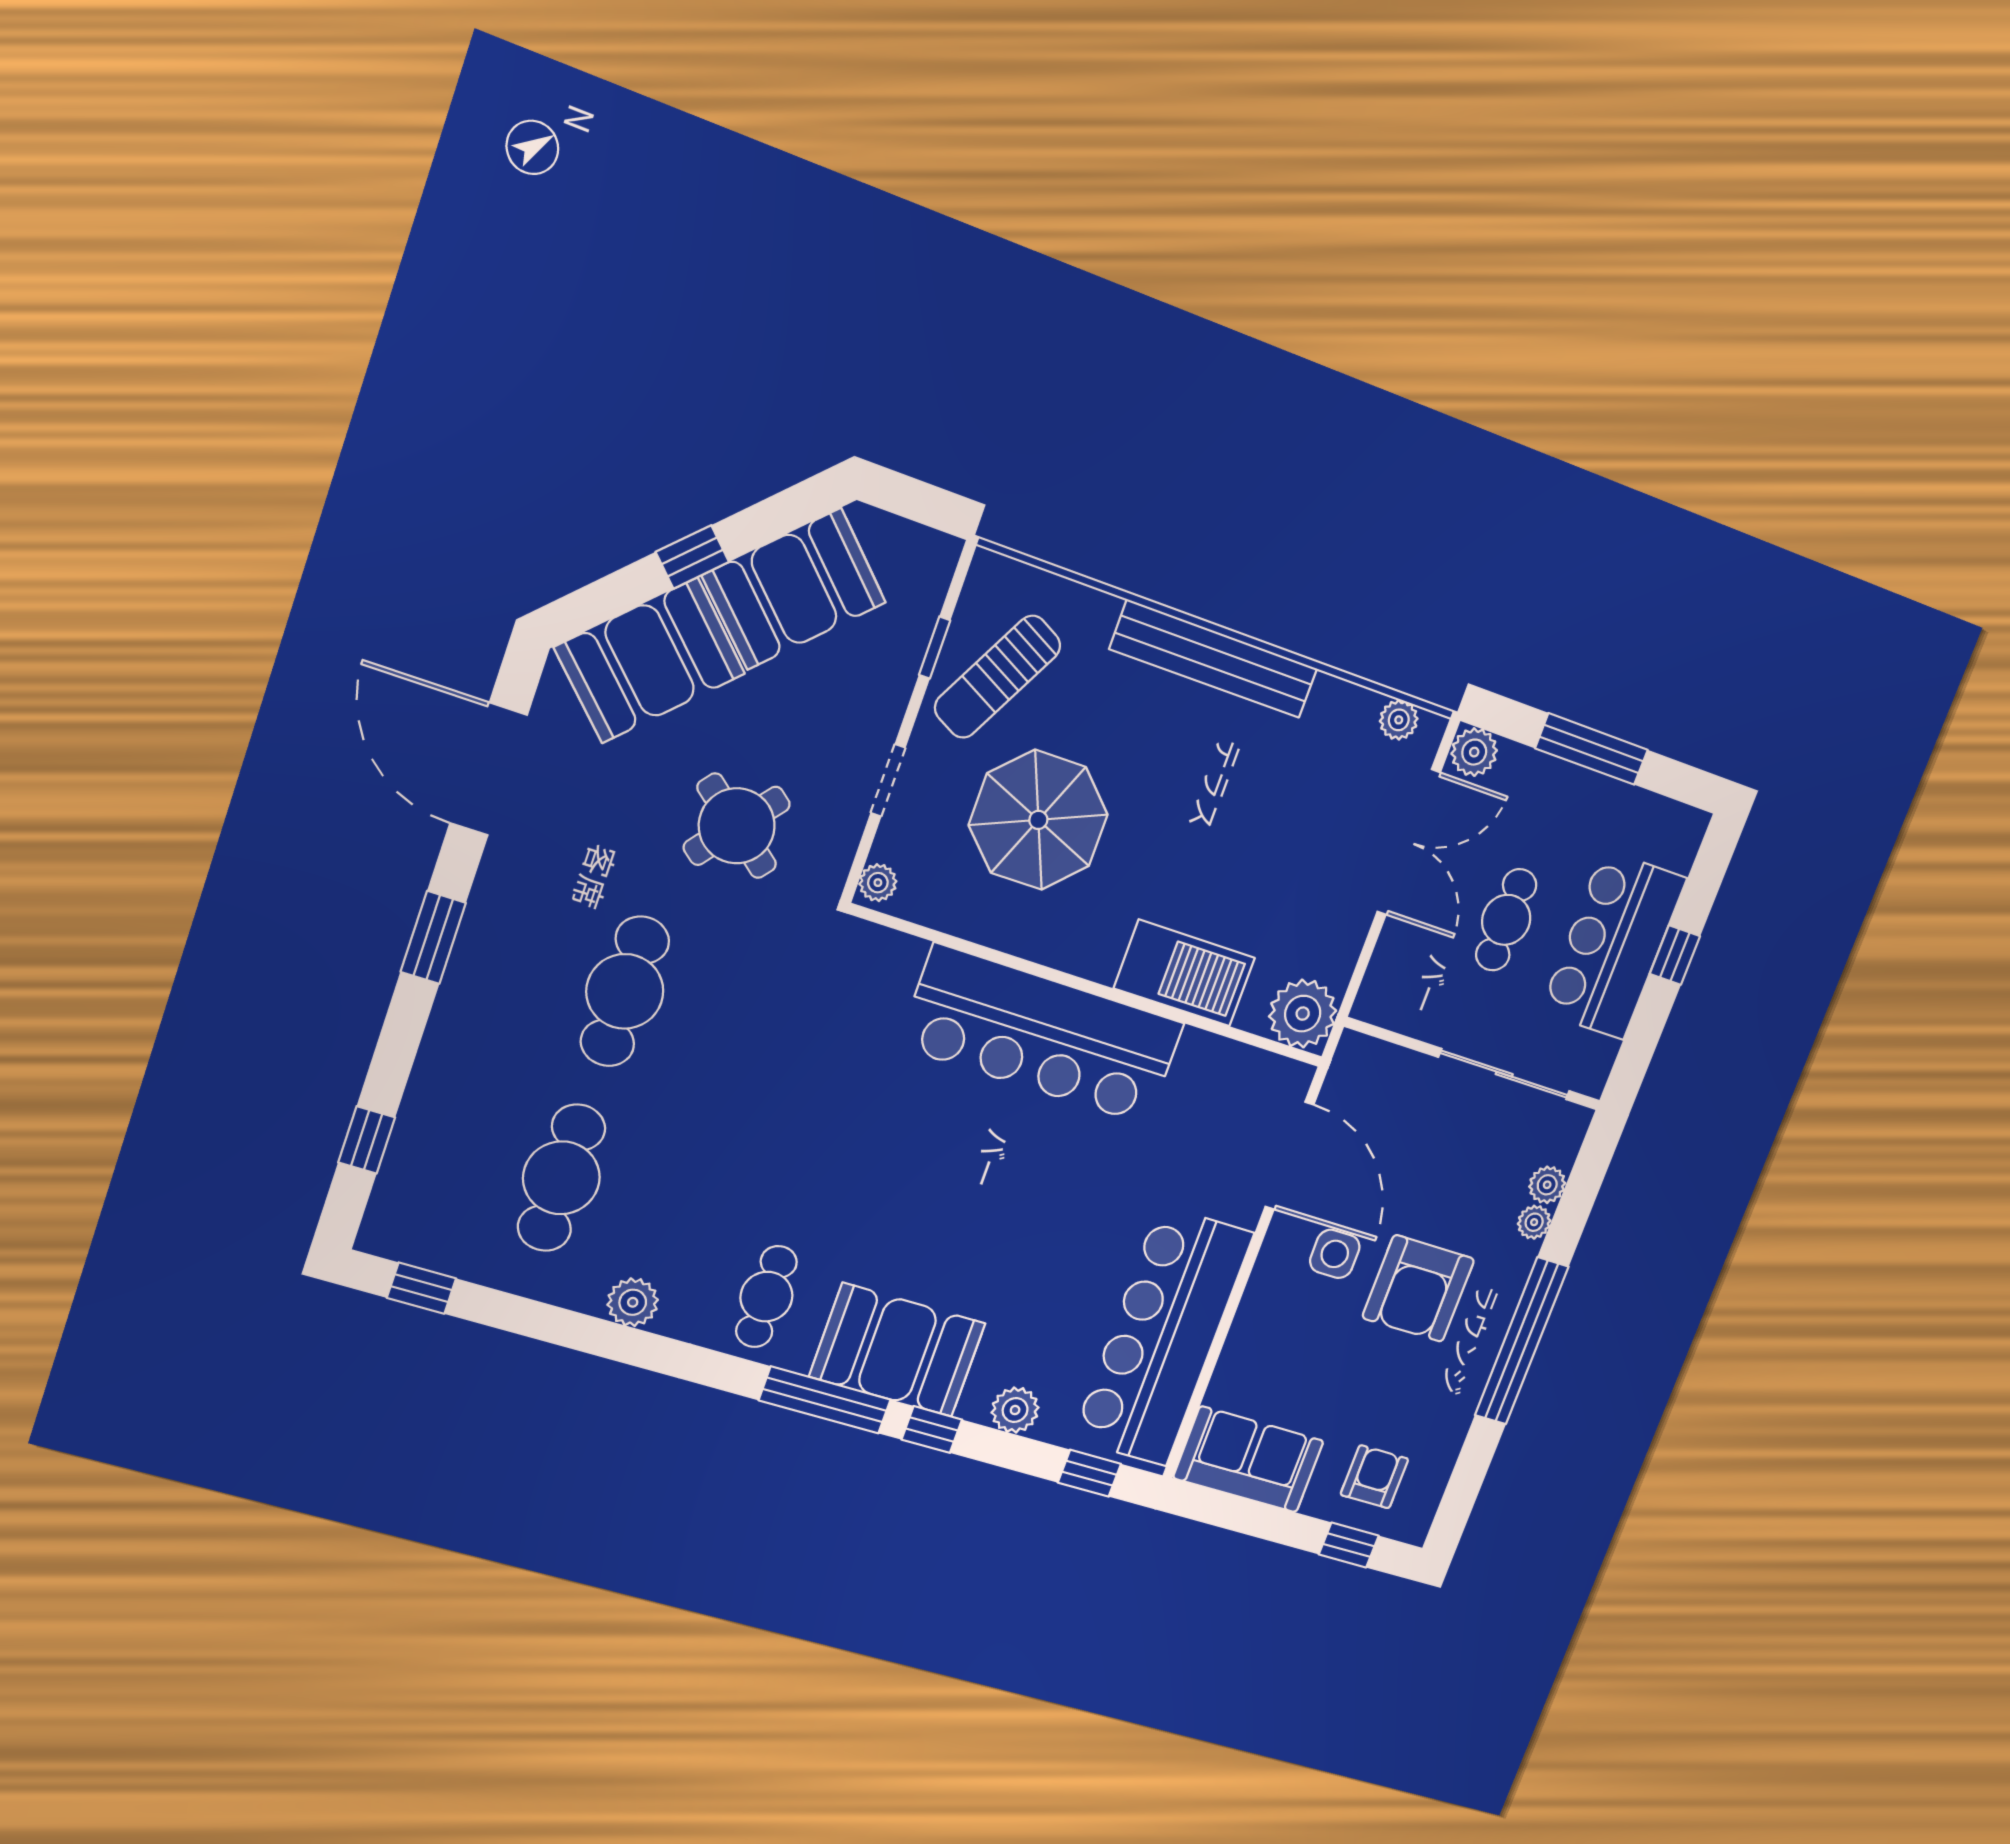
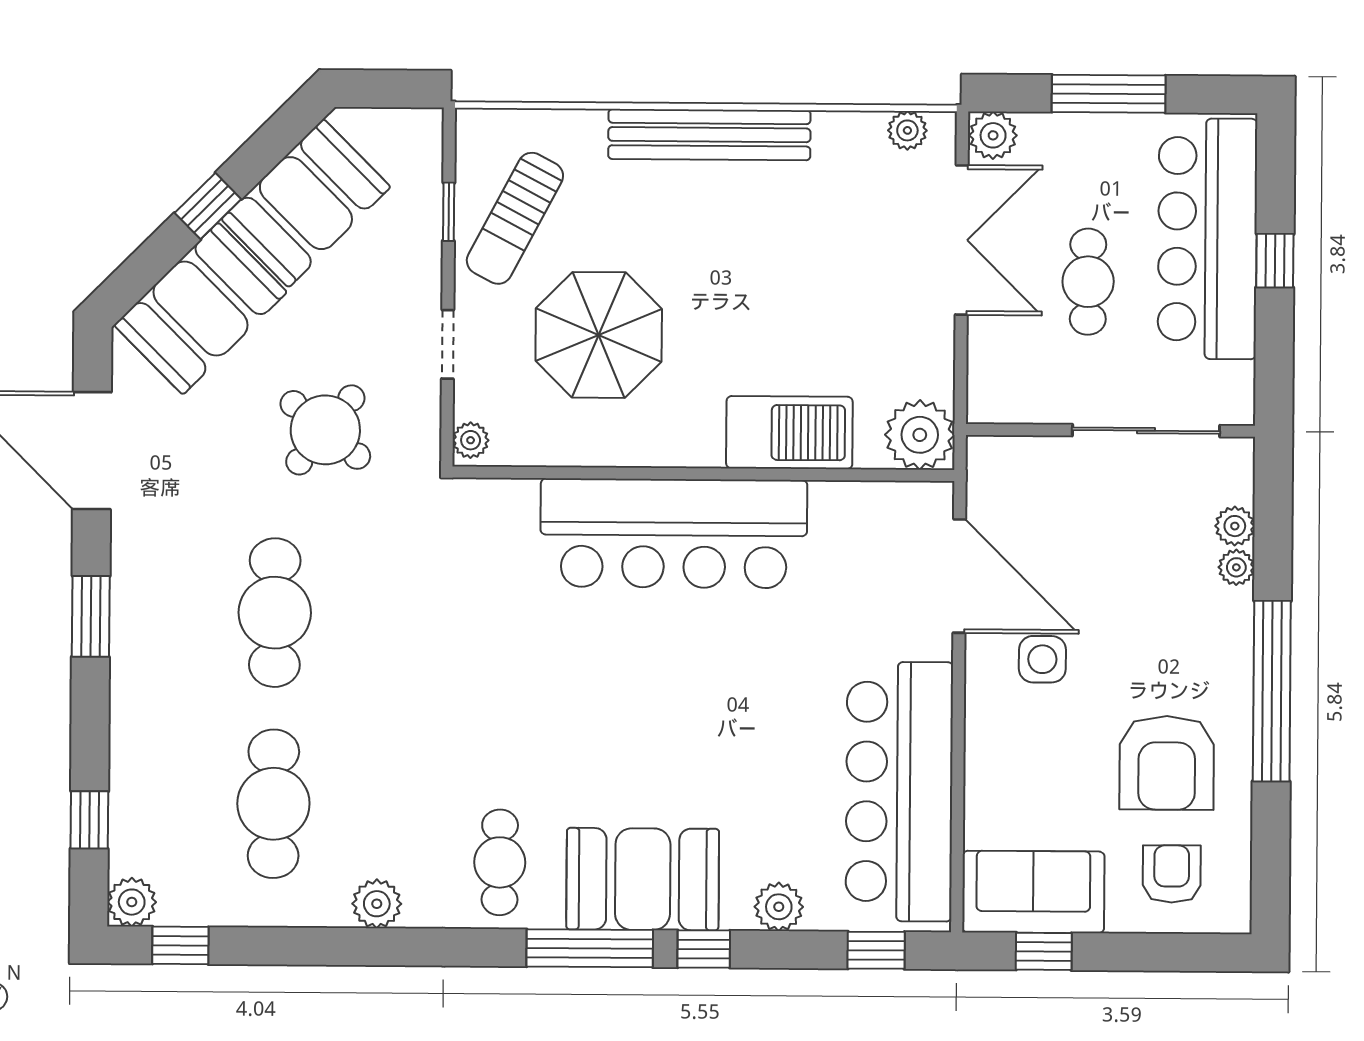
bar counter: (1613, 945) -> (1207, 239), width x1.36
plant: (385, 1233) -> (132, 902), added
armchair: (1418, 1288) -> (1167, 763), moved
window: (1349, 1545) -> (1044, 951), moved

